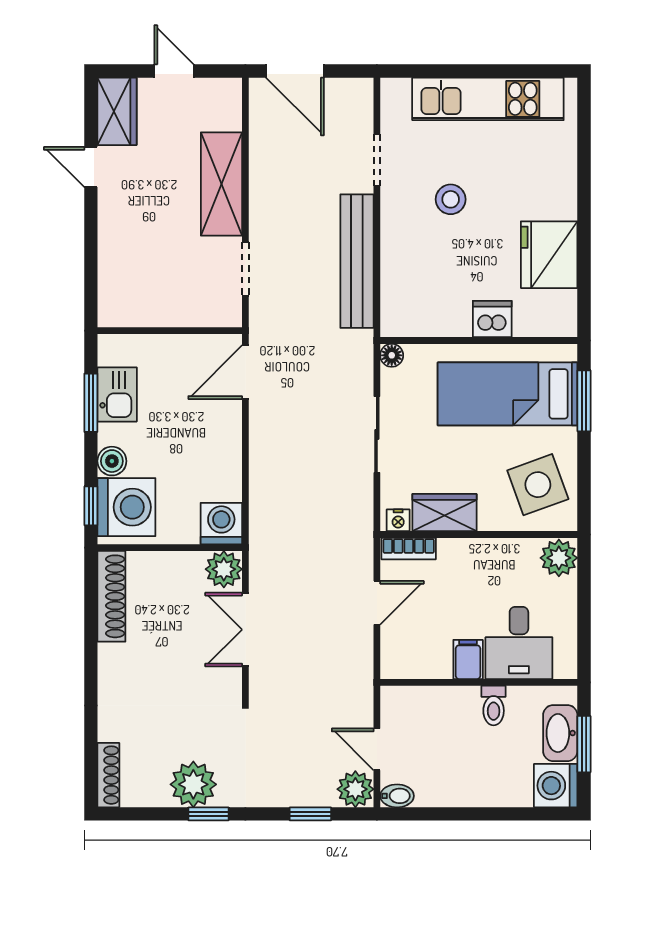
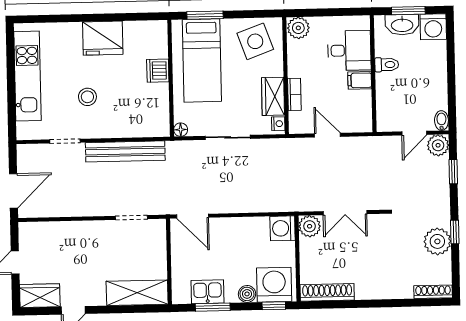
shelving: (221, 184) -> (137, 293), moved
fridge: (549, 255) -> (103, 38), moved
bookcase: (409, 549) -> (294, 94), moved

